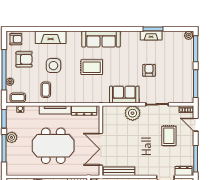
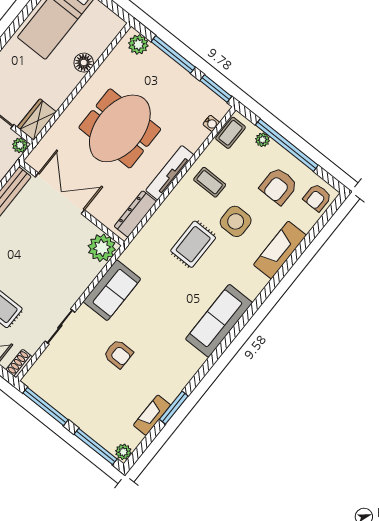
fireplace: (151, 36) -> (152, 415), moved
rug: (92, 67) -> (193, 244), moved
plant: (133, 113) -> (102, 248), moved
plant: (12, 137) -> (138, 44), moved

